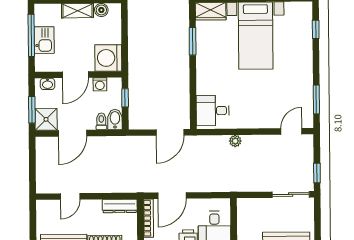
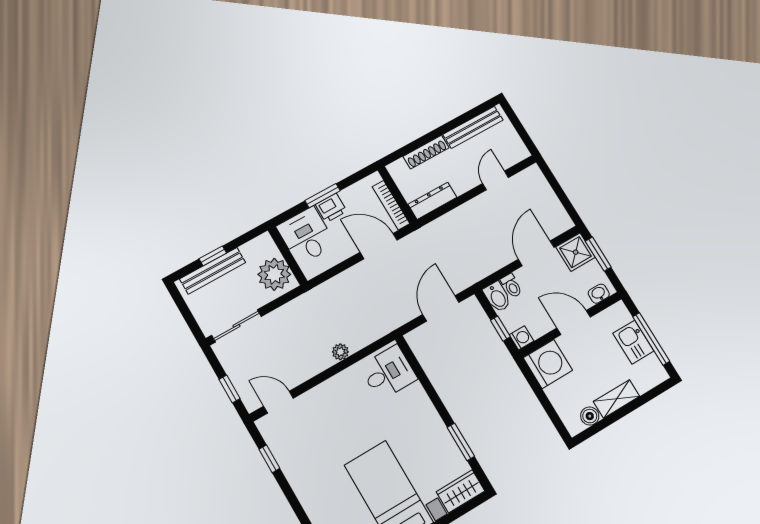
door: (75, 75) -> (574, 323), hinge flipped
washing machine: (100, 84) -> (521, 338), moved, turned 90
window: (316, 99) -> (269, 459), width x0.67
door: (291, 131) -> (278, 402), swing flipped
door: (170, 132) -> (441, 308), moved
window: (317, 173) -> (230, 389), moved
door: (172, 196) -> (379, 246), hinge flipped
plant: (249, 214) -> (274, 274), added

